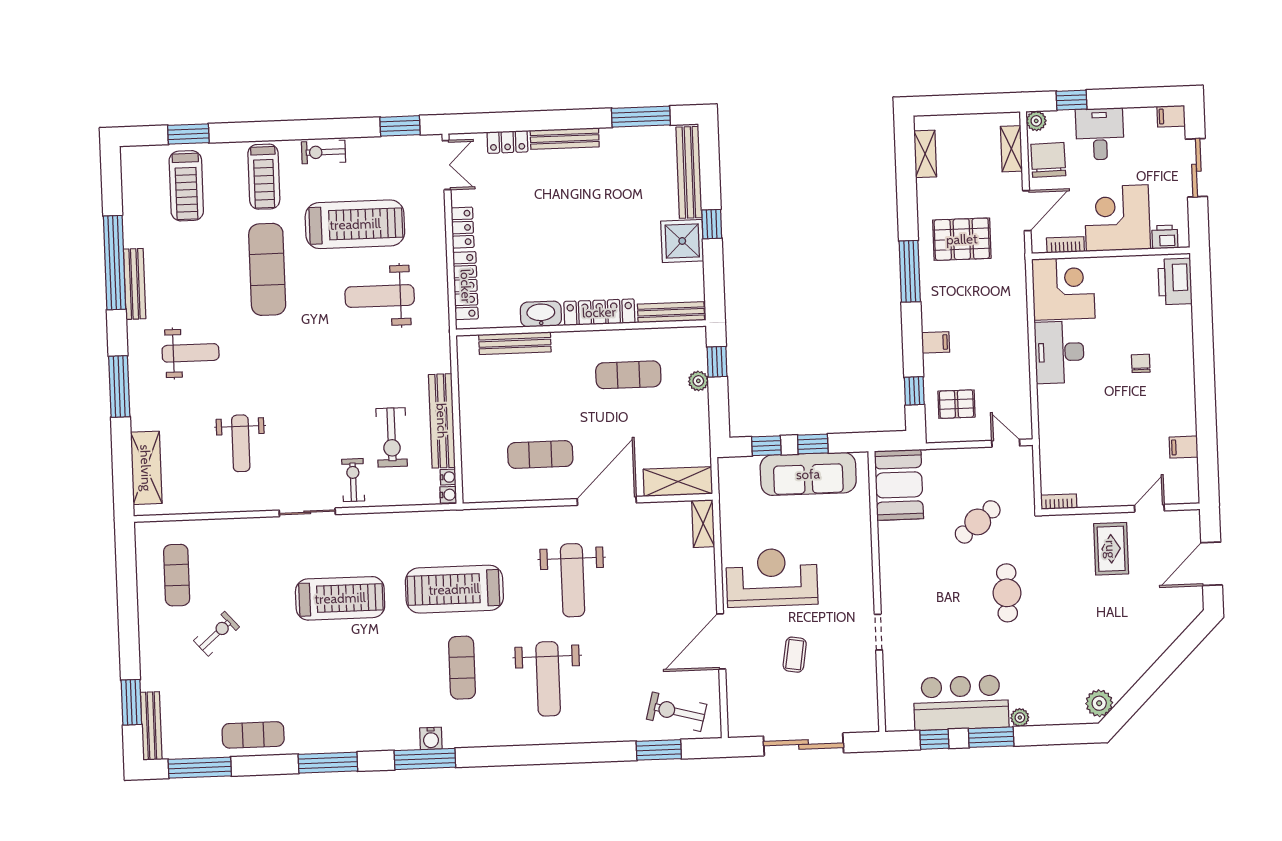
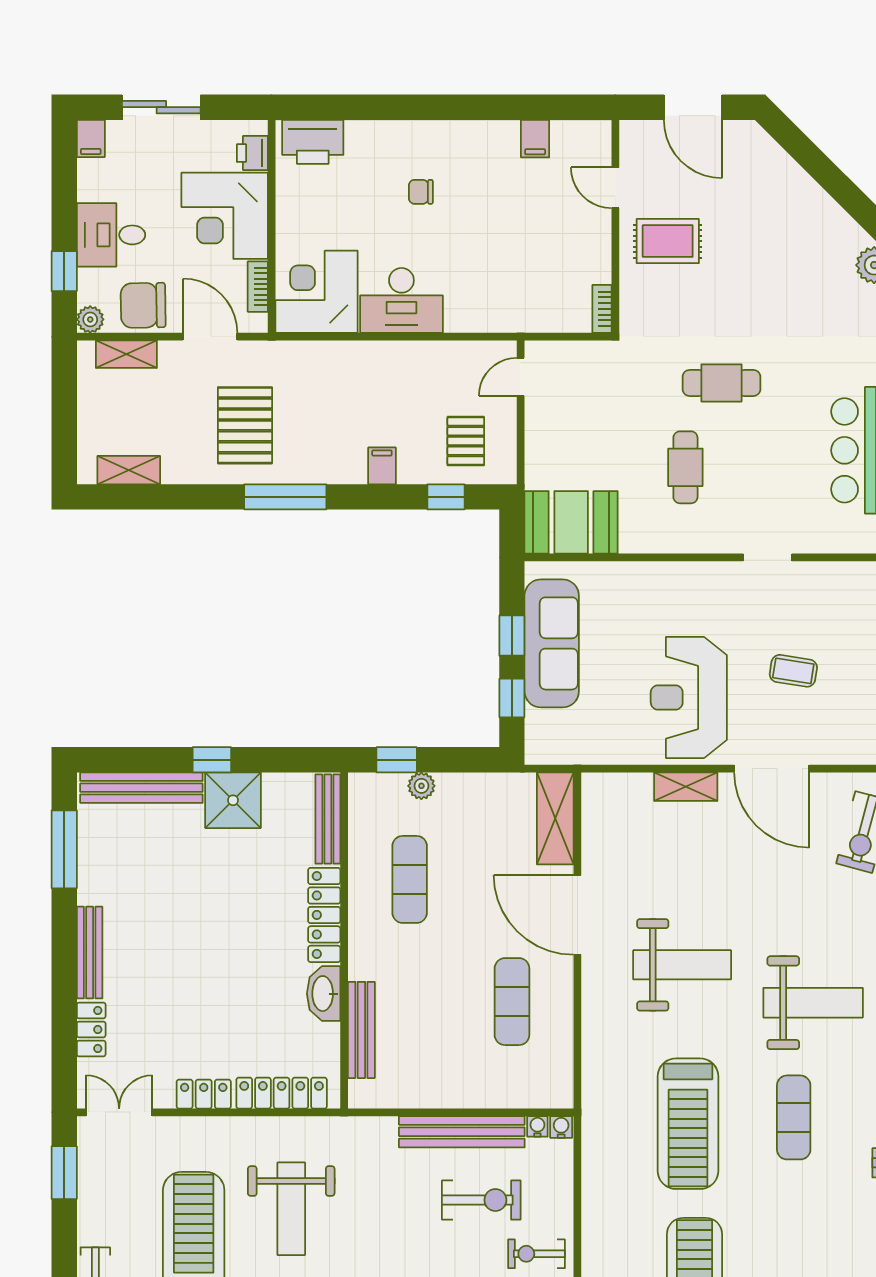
cafe table: (978, 522) -> (685, 467), moved, turned 40
shelving: (703, 524) -> (686, 787), moved
exercise mat: (462, 668) -> (794, 1117), turned 90

